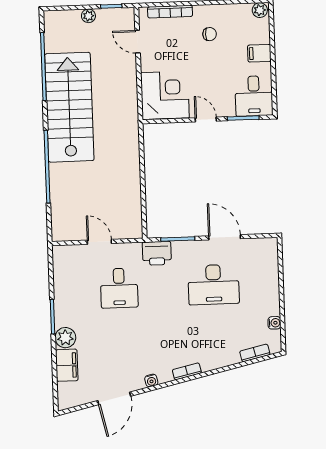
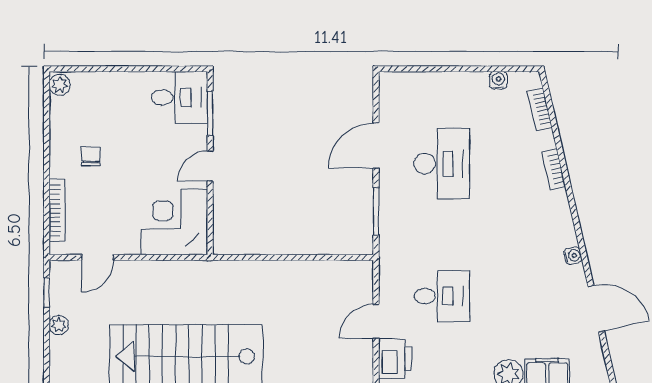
filing cabinet: (259, 53) -> (120, 88), removed
printer: (157, 253) -> (395, 359), moved
bookcase: (187, 371) -> (554, 169), moved

